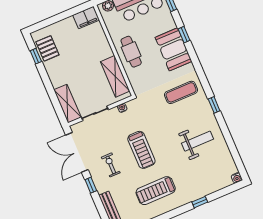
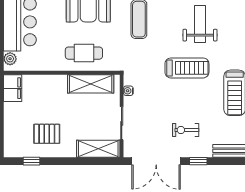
pallet: (47, 48) -> (47, 134), moved
cafe table: (131, 52) -> (84, 53), moved
treadmill: (141, 150) -> (187, 68), moved

